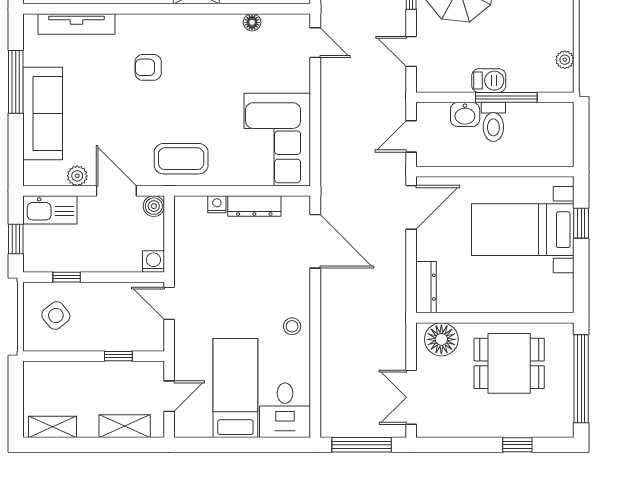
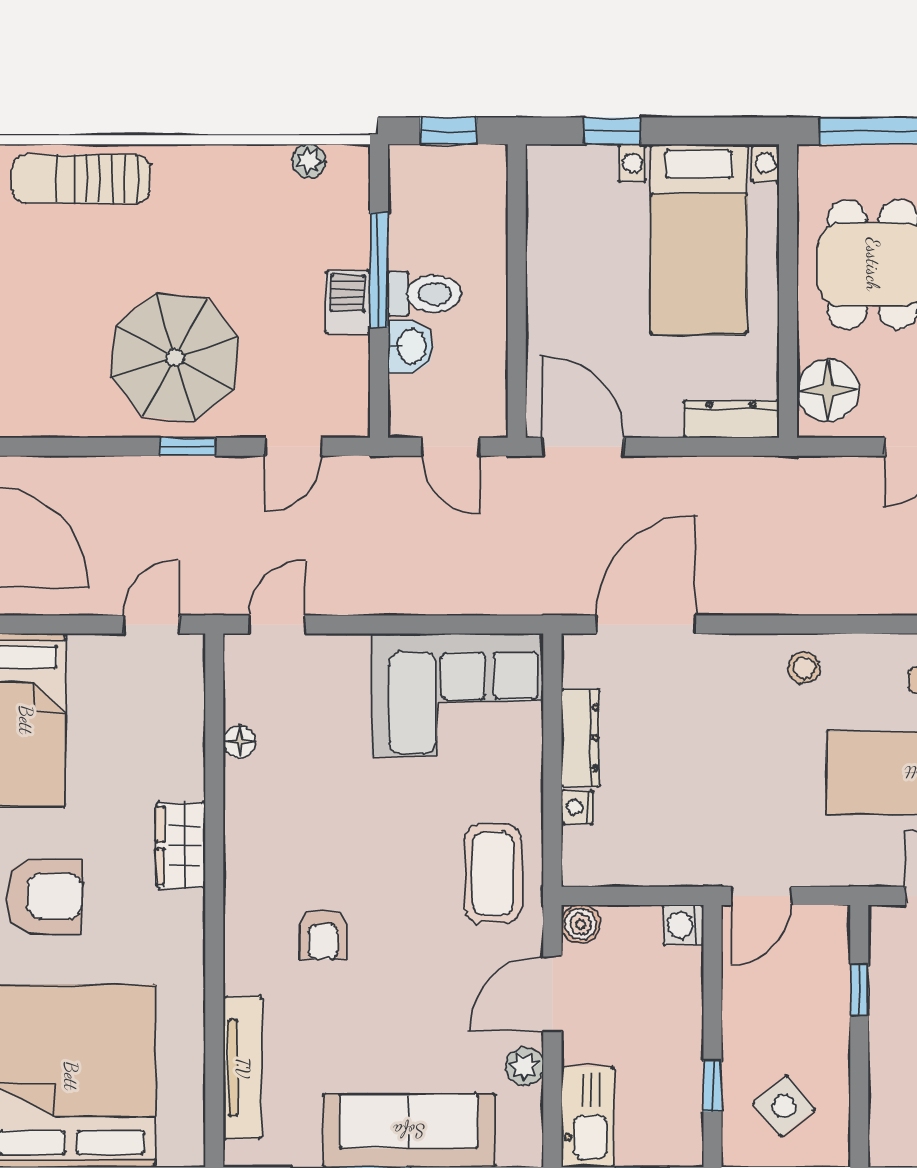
window: (581, 135) -> (448, 131), added
bed with nightstands: (523, 230) -> (699, 239), moved

